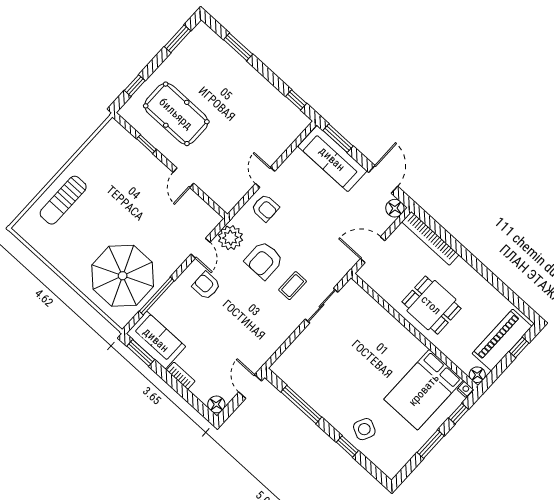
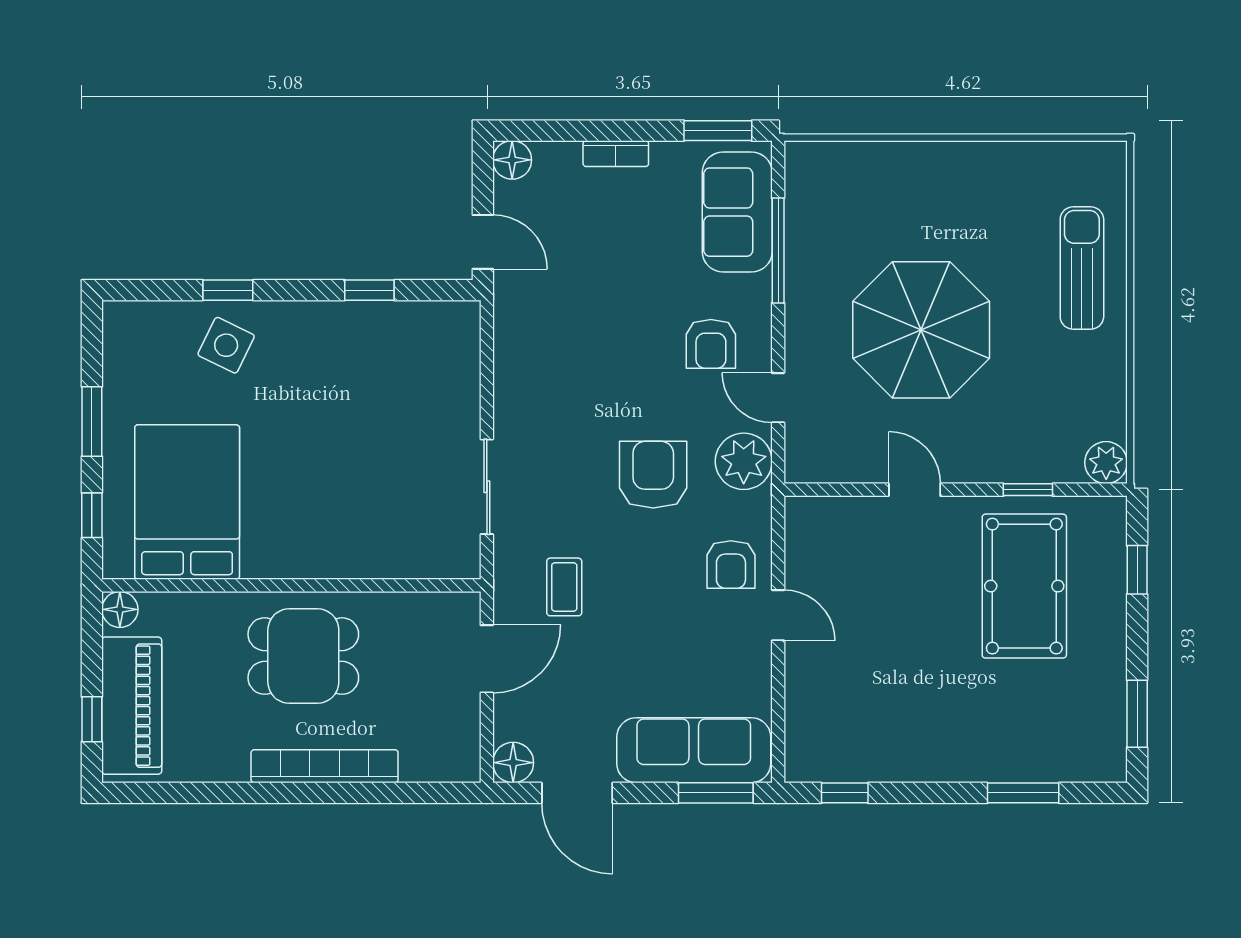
pool table: (176, 114) -> (1024, 586), turned 90
plant: (113, 130) -> (1106, 463), added
armchair: (265, 208) -> (731, 564), turned -90
bookcase: (430, 238) -> (325, 766), moved
parasol: (123, 276) -> (921, 330), moved
armchair: (206, 286) -> (711, 344), turned 90
coffee table: (293, 286) -> (564, 587), moved
sofa: (156, 340) -> (737, 212), moved, turned 90
nightstand: (465, 389) -> (118, 566), removed
window: (301, 404) -> (369, 290), width x0.46

